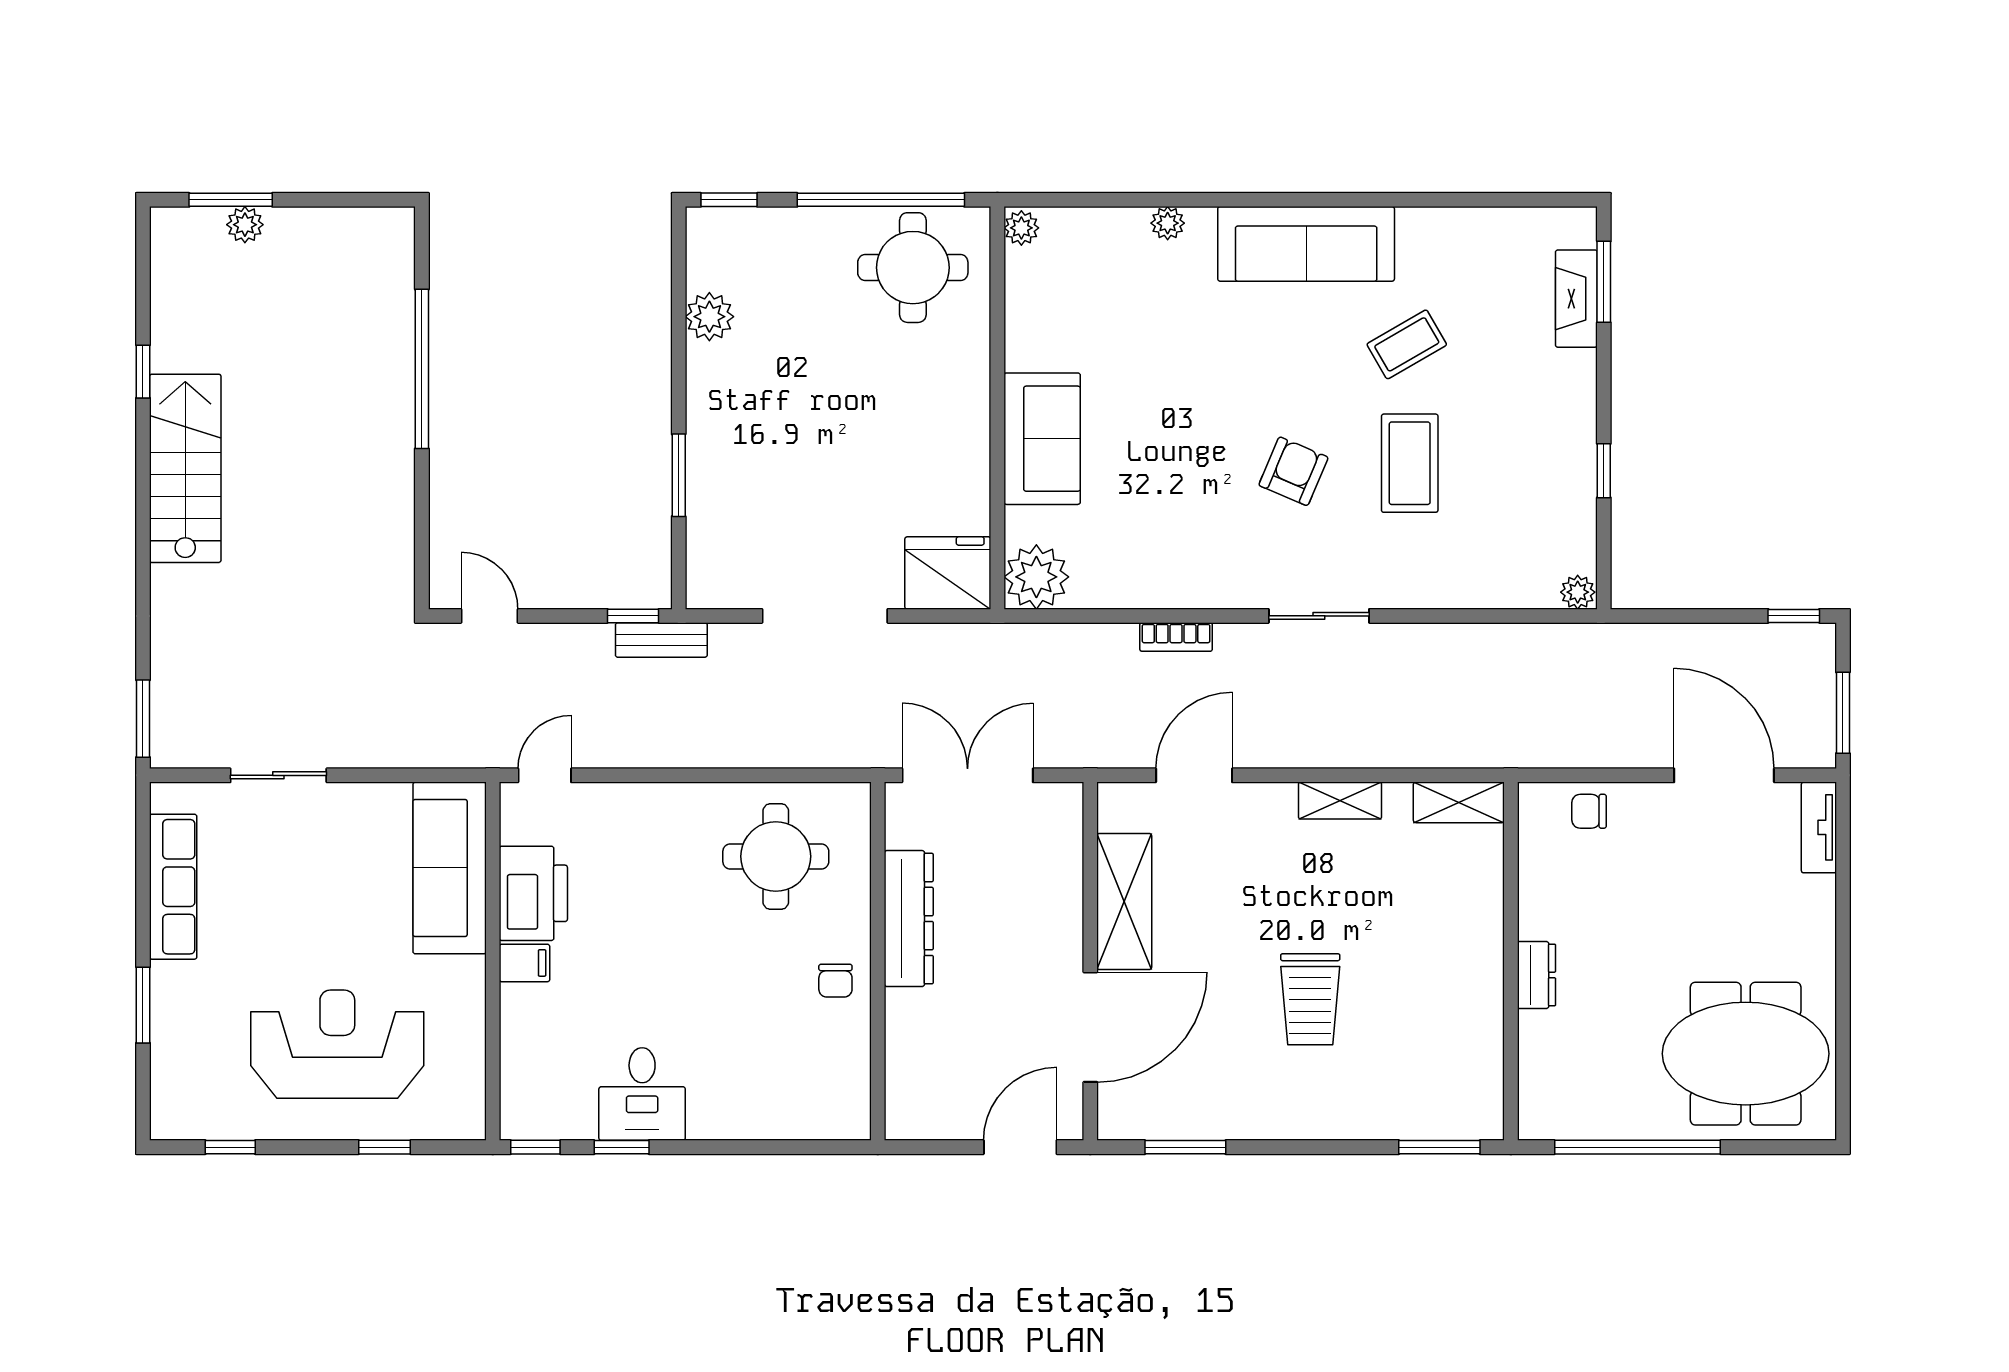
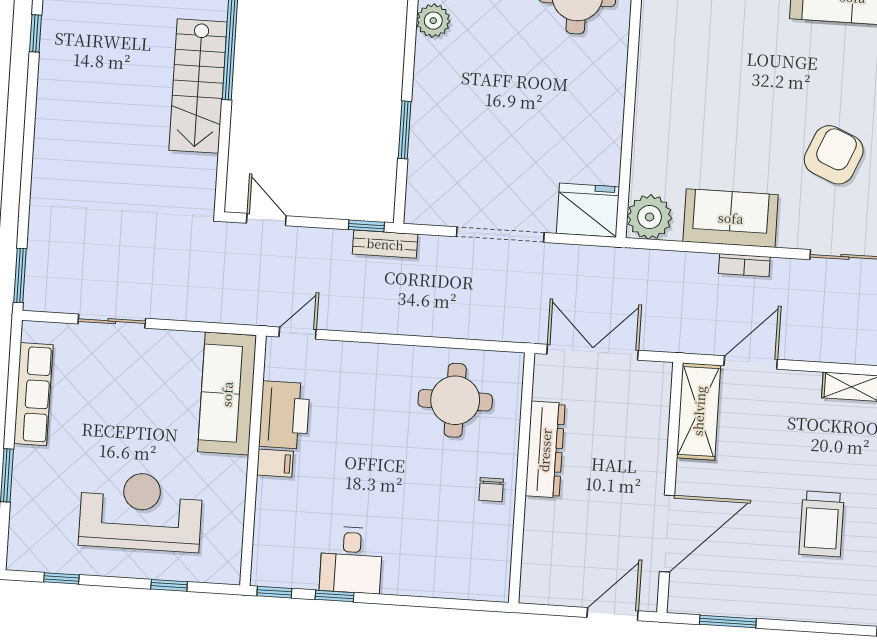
sofa: (1042, 439) -> (731, 218), moved, turned -90
stairs: (185, 468) -> (198, 86), moved, turned 180
armchair: (1293, 471) -> (834, 155), width x1.38, depth x1.38
shelving: (1124, 901) -> (699, 411), moved

